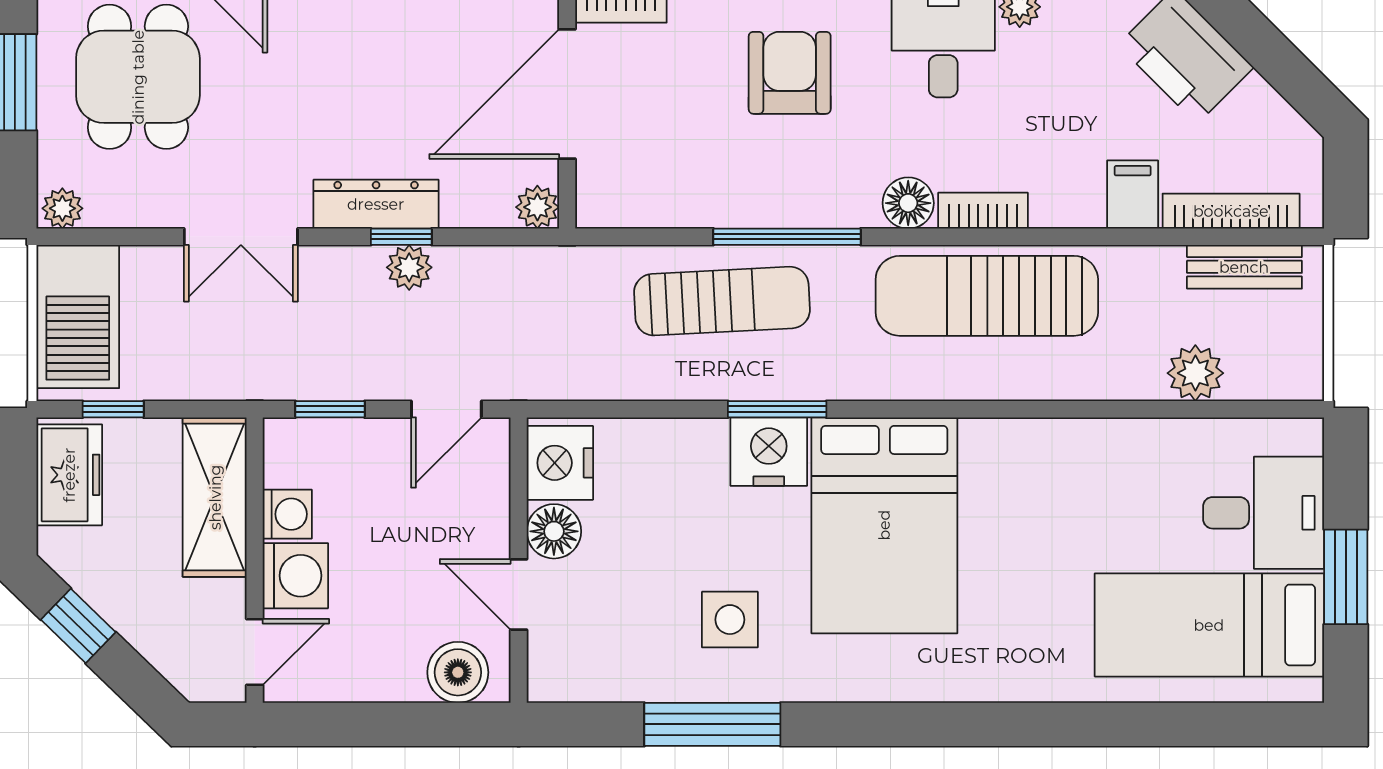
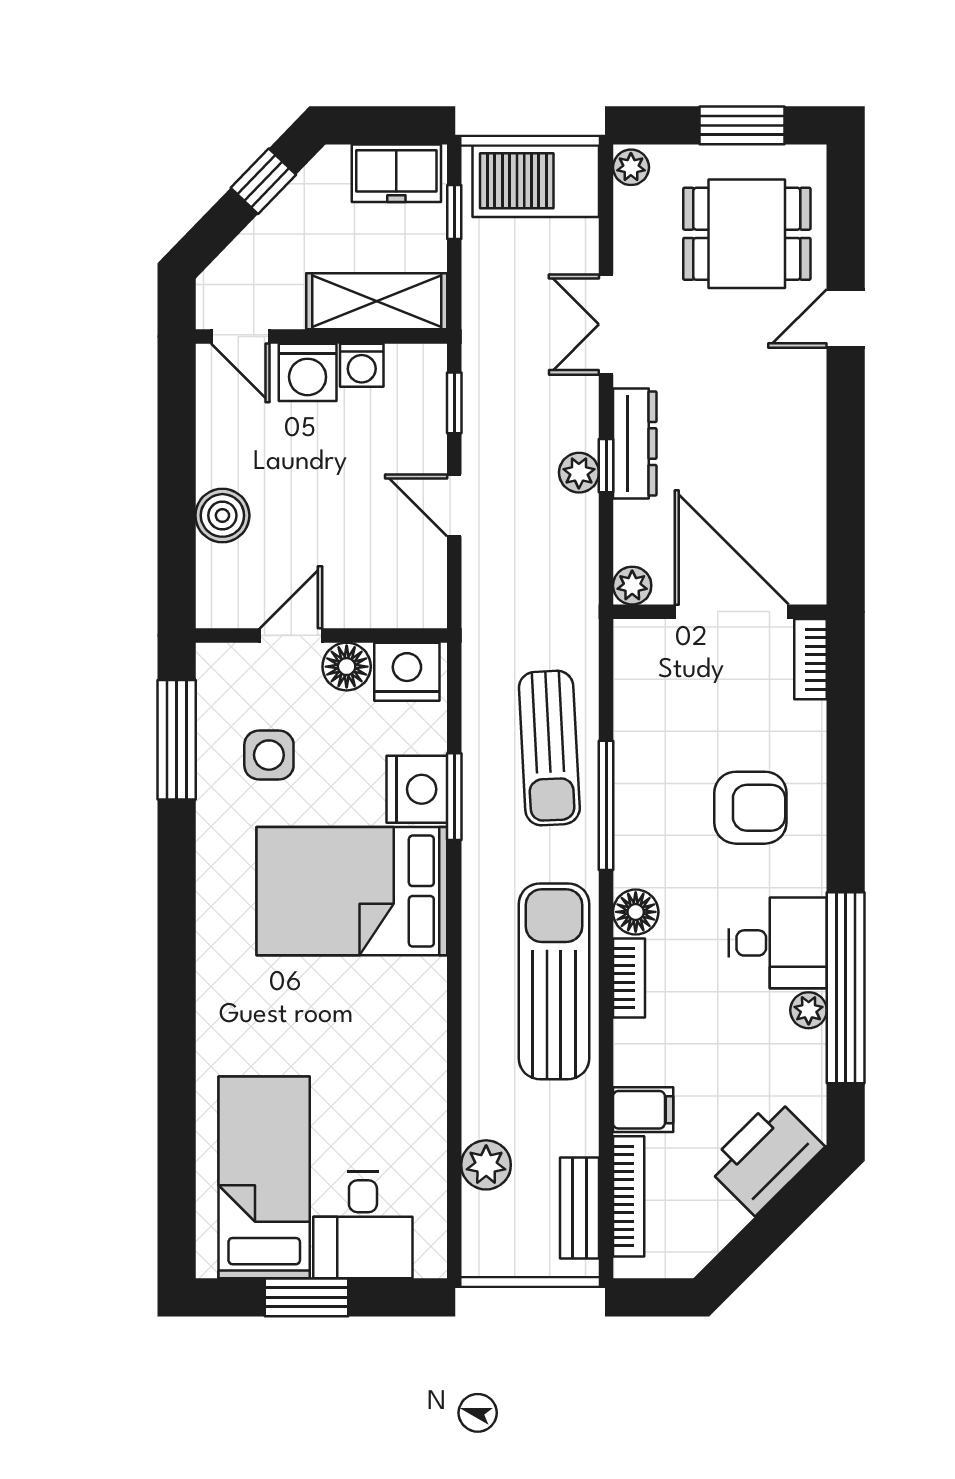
nightstand: (560, 463) -> (407, 672), moved
floor lamp: (554, 531) -> (347, 667), moved
wall: (519, 560) -> (321, 635), moved
door: (519, 594) -> (291, 635), moved

